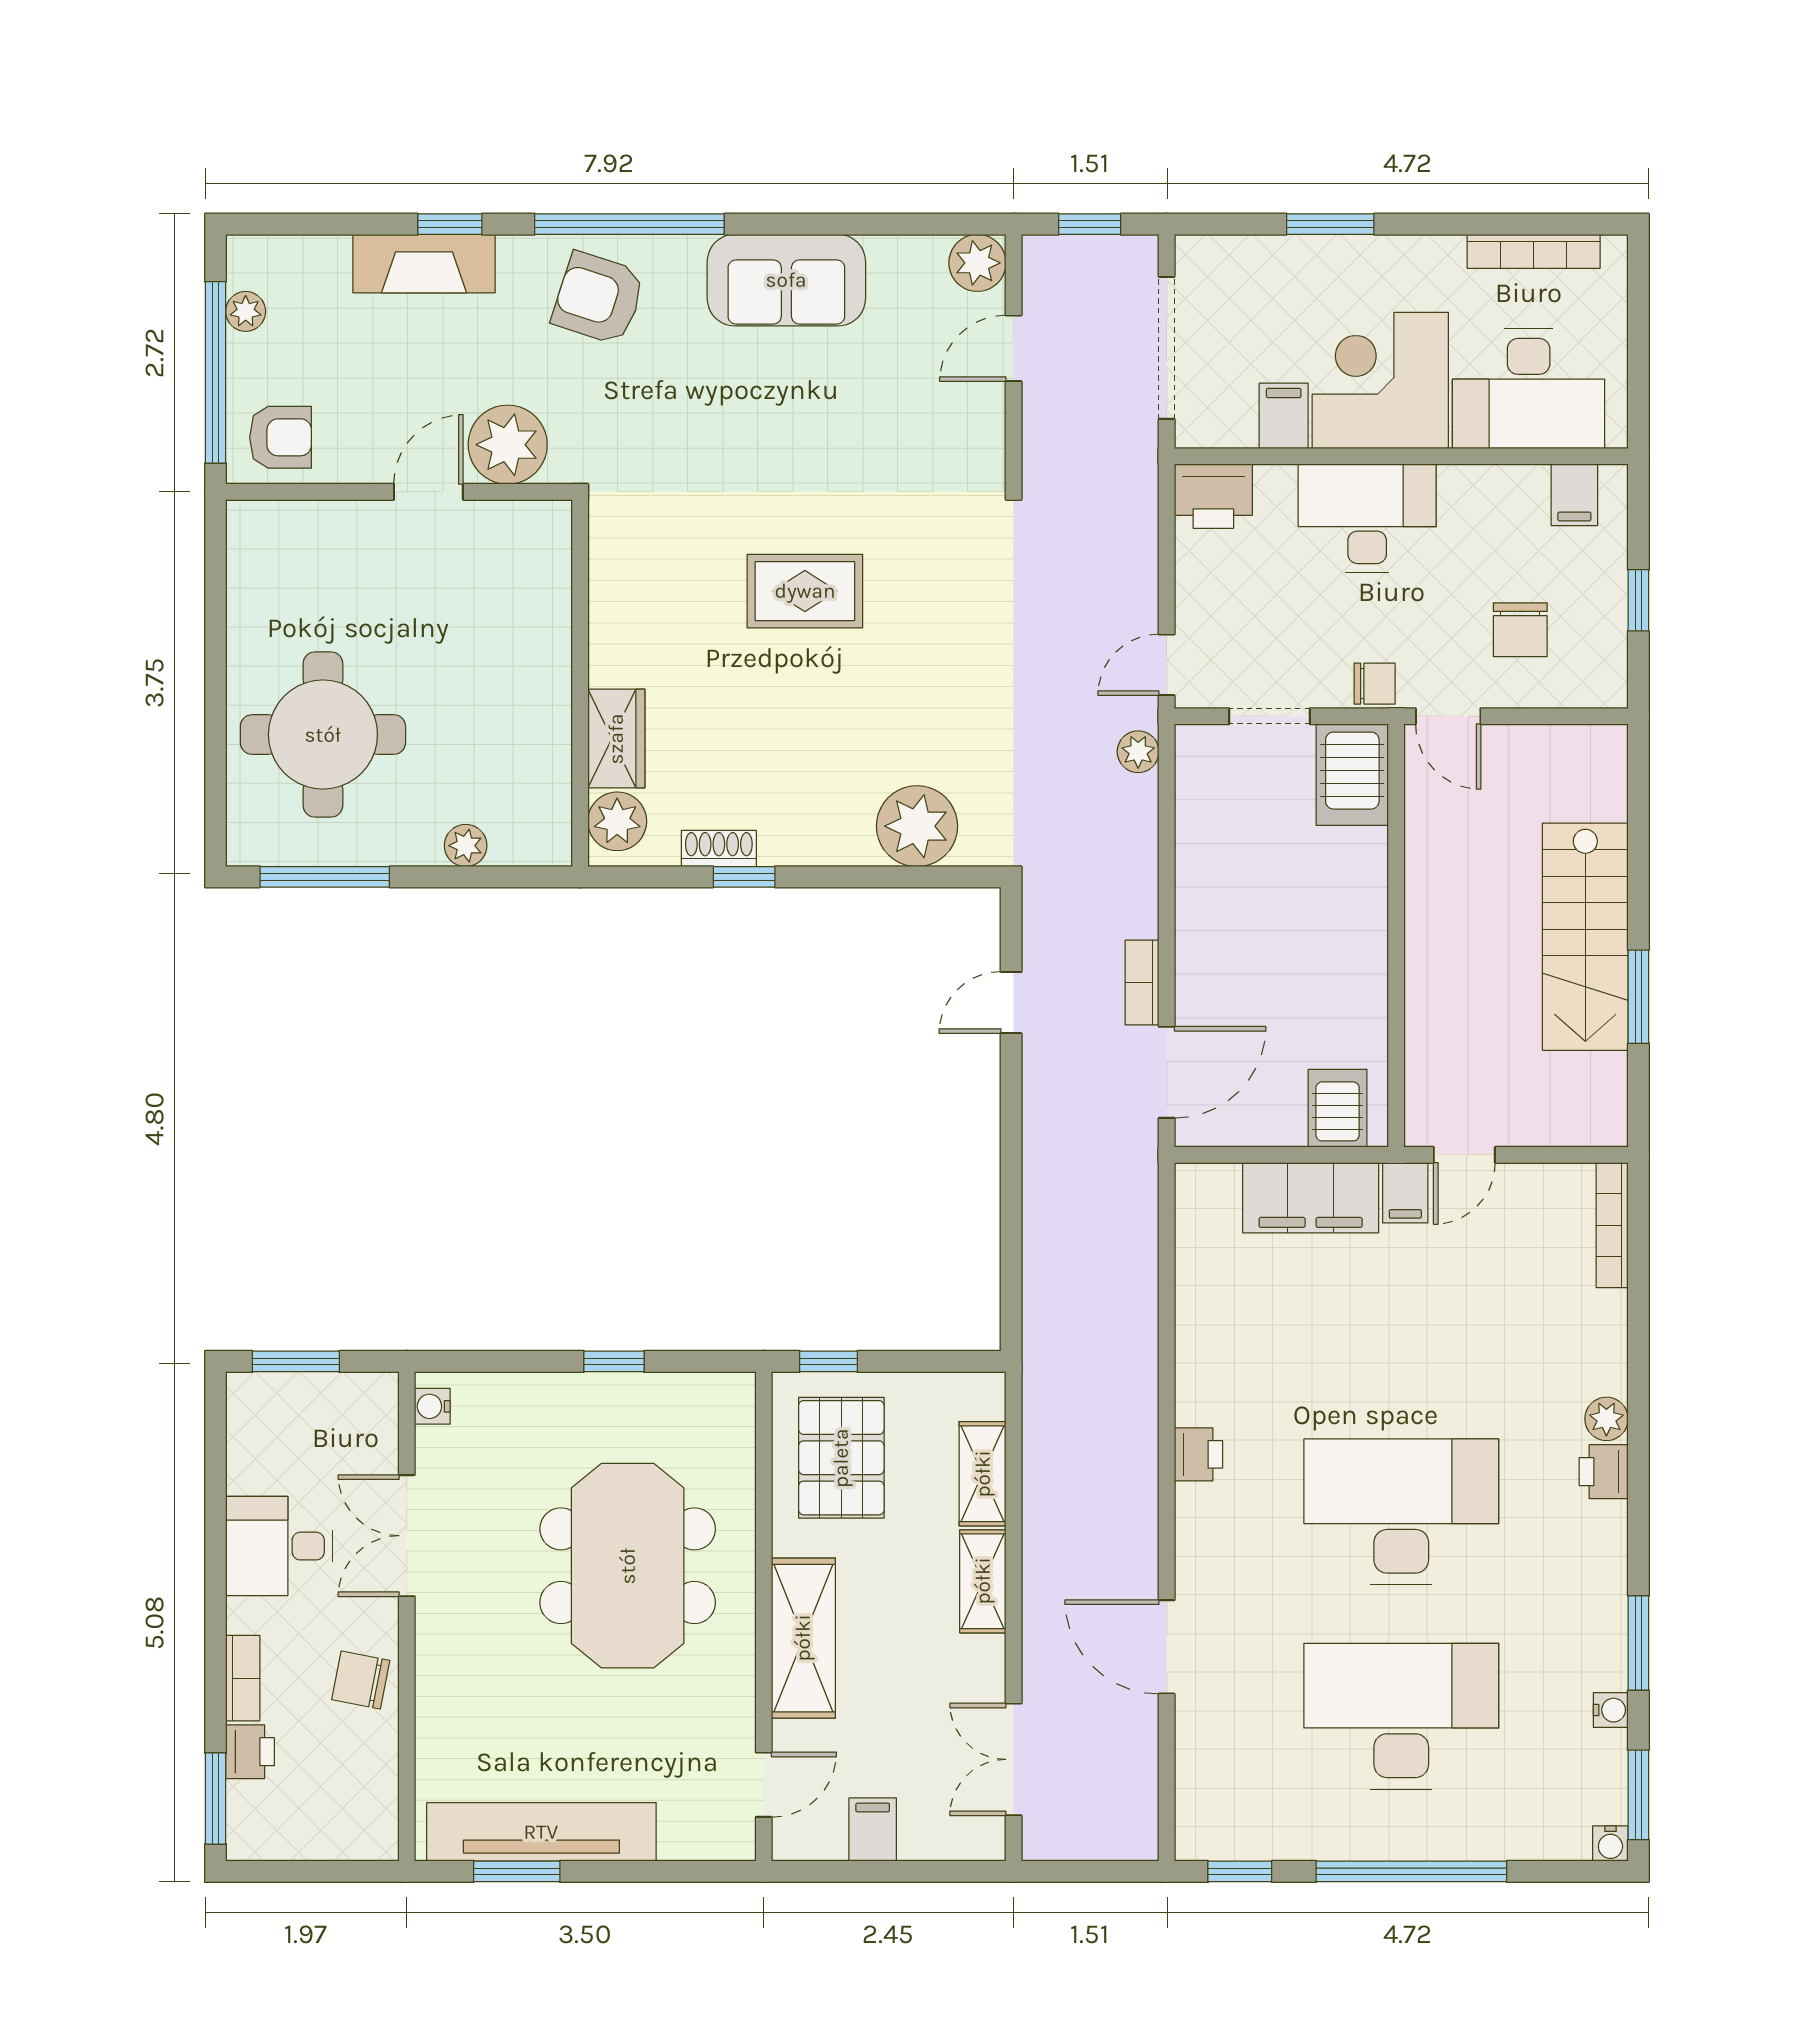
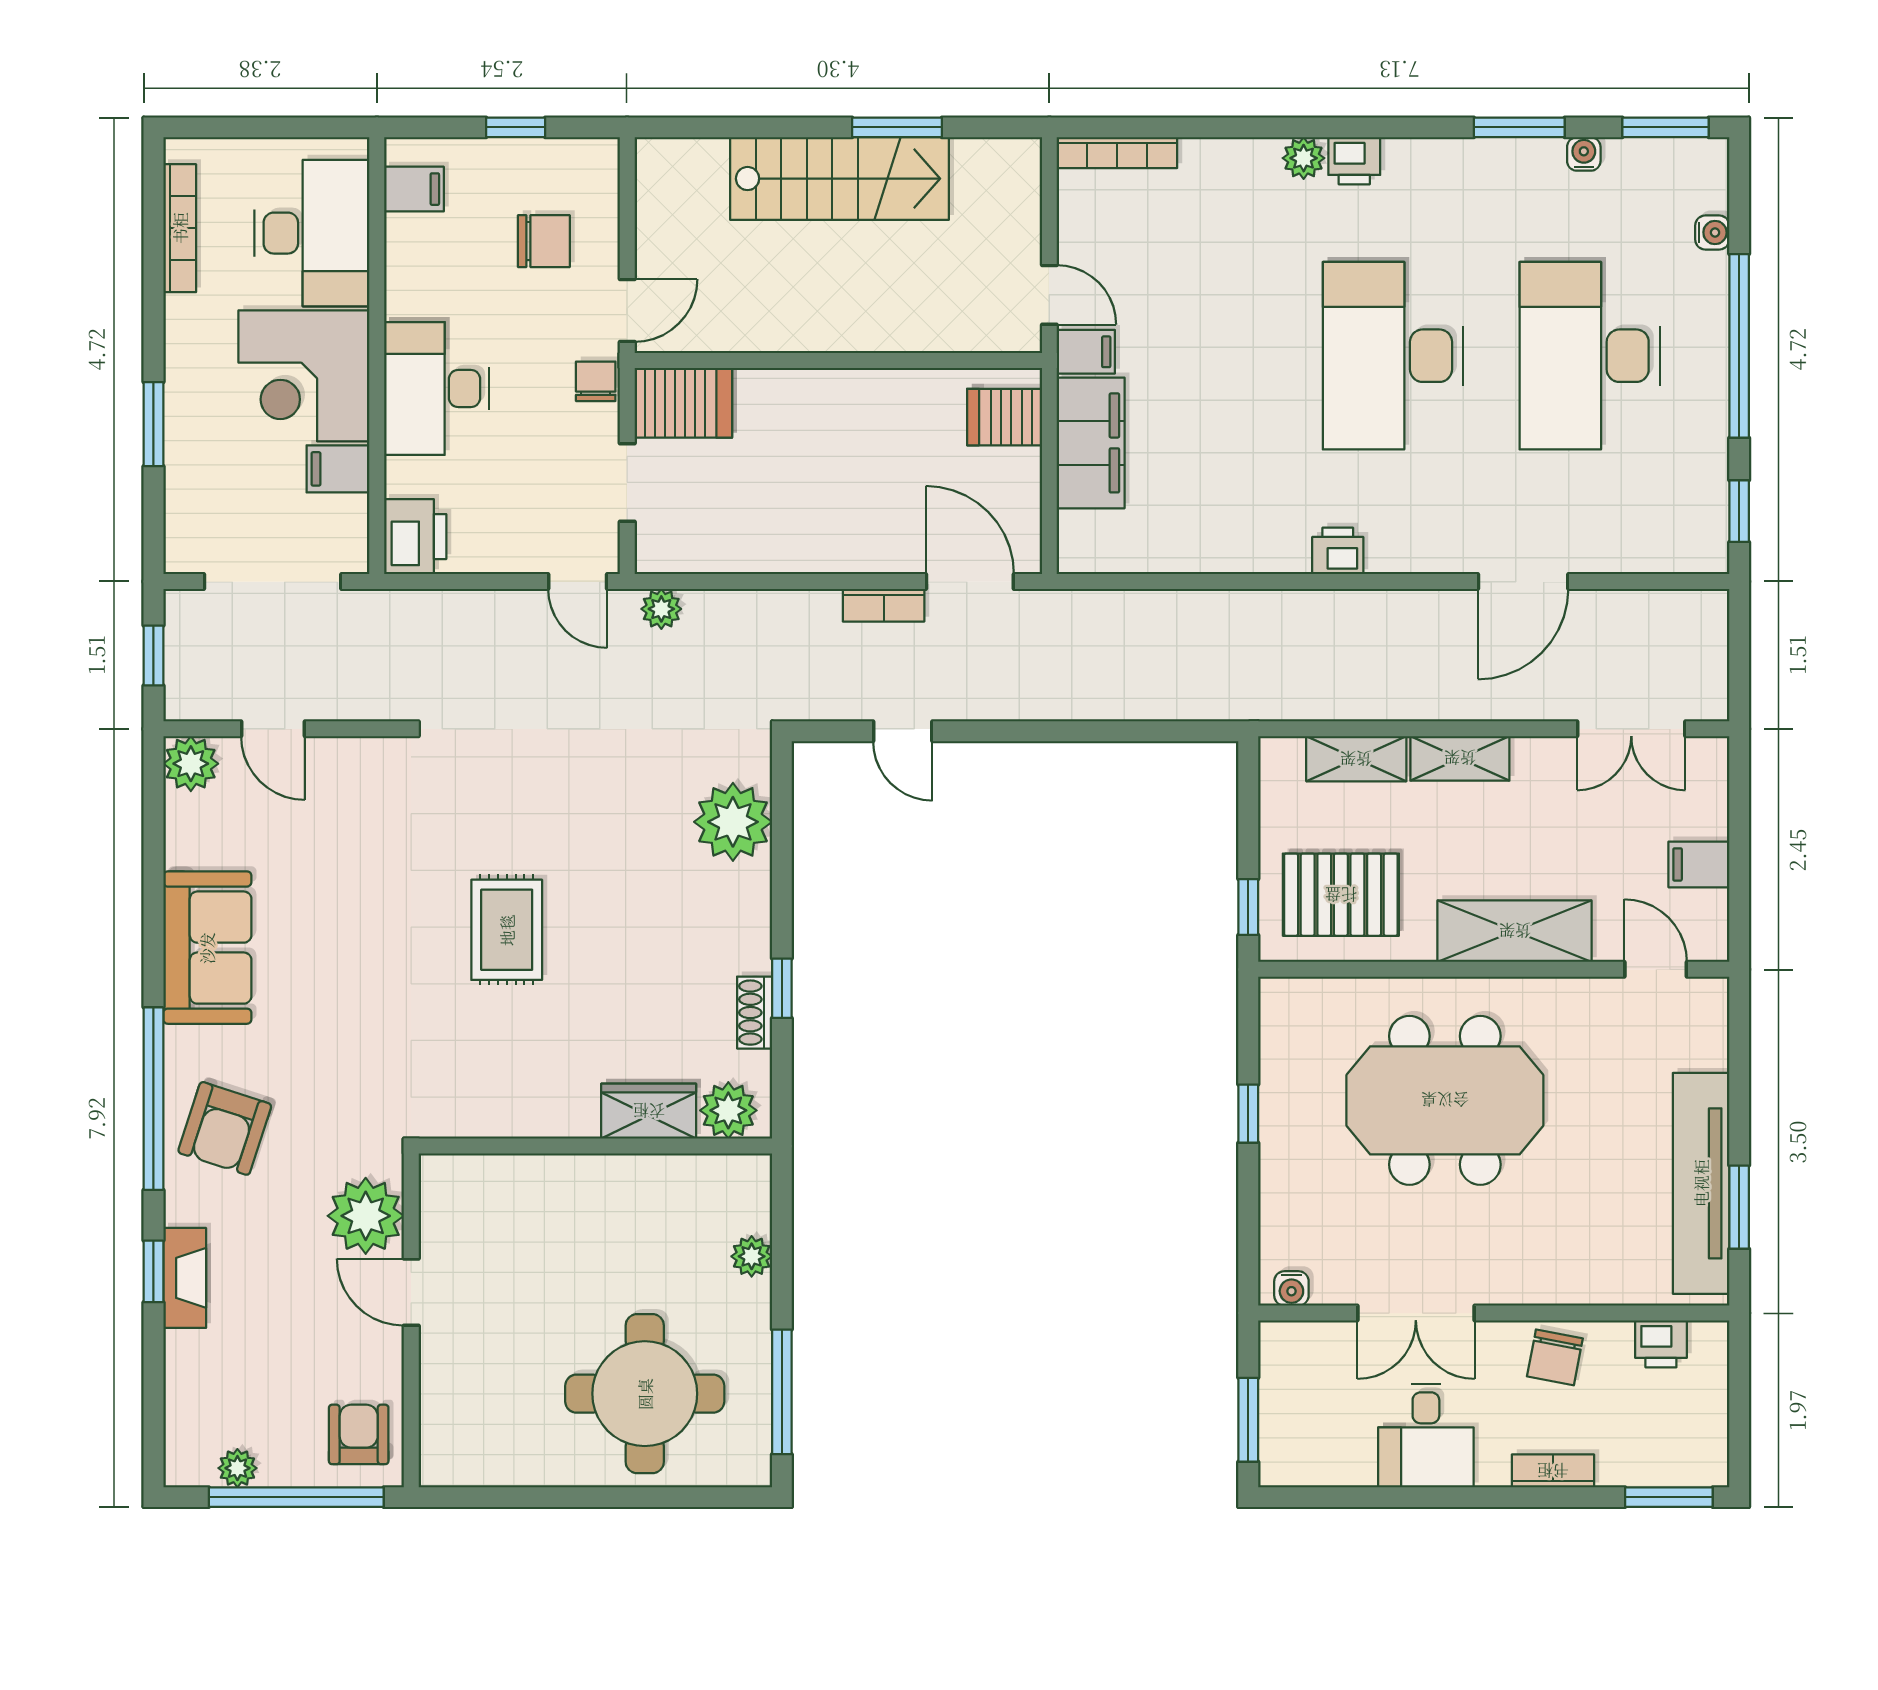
fireplace: (424, 264) -> (185, 1278), width x0.73, depth x0.76
printer: (250, 1752) -> (1661, 1344), moved, turned 180
water cooler: (1610, 1844) -> (1712, 232), moved

